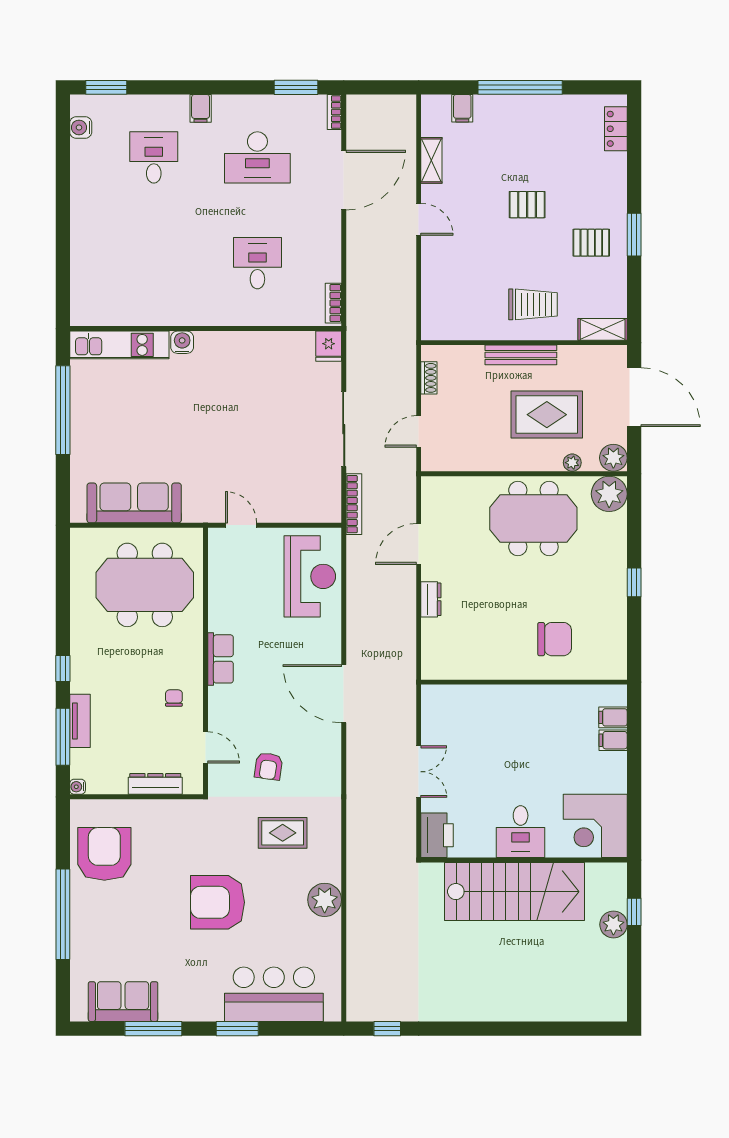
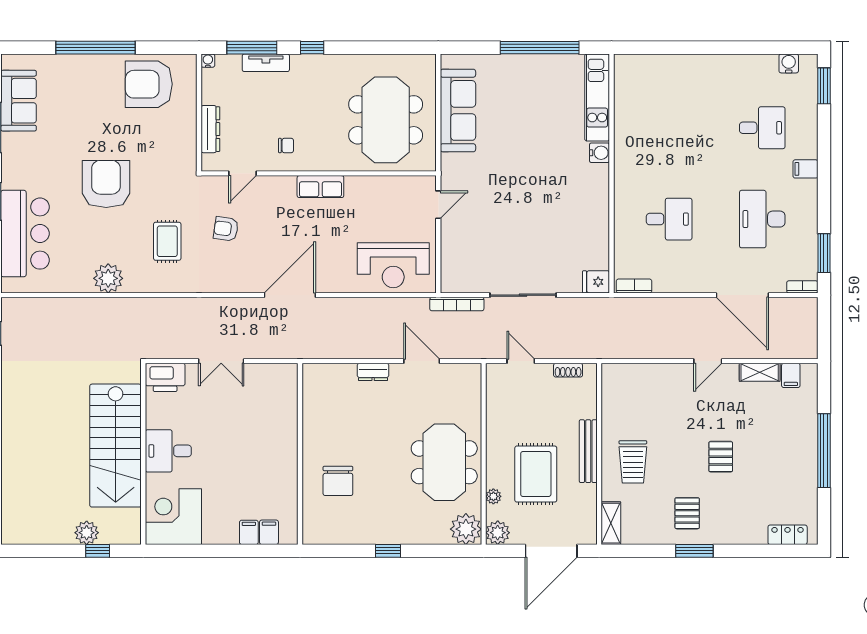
filing cabinet: (462, 108) -> (791, 375), moved, turned -90
armchair: (104, 854) -> (149, 84), turned 180

